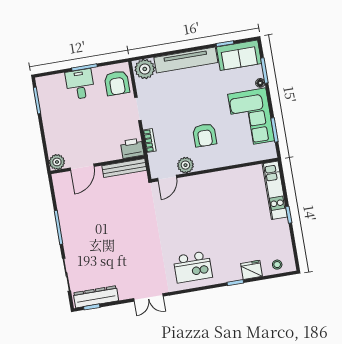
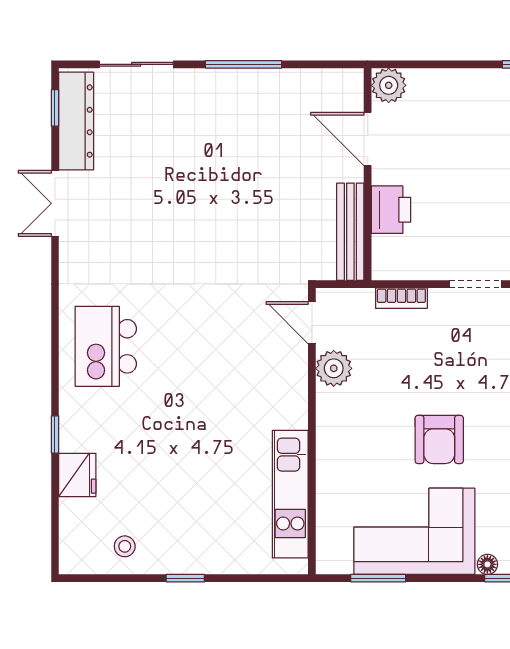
armchair: (205, 135) -> (439, 439), moved, turned -90
printer: (132, 148) -> (391, 210), moved
kitchen unit: (275, 190) -> (290, 494), moved, turned -90
stool: (277, 265) -> (125, 546), moved
double door: (148, 297) -> (55, 203), moved

